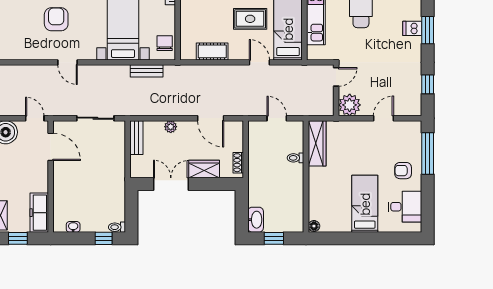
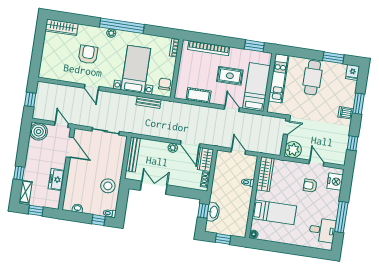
dishwasher: (412, 28) -> (346, 113), moved
door: (383, 118) -> (316, 163), hinge flipped
plant: (171, 127) -> (173, 148), moved
bench: (136, 138) -> (133, 154), width x1.36
nightstand: (412, 139) -> (335, 182), added
window: (428, 153) -> (341, 217), moved
wardrobe: (204, 169) -> (205, 159), moved, turned -90
armchair: (403, 171) -> (310, 186), moved
stool: (109, 191) -> (108, 186), added
bed: (365, 204) -> (274, 212), moved, turned 90
window: (242, 205) -> (203, 211), added
freezer: (39, 213) -> (56, 180), moved, width x0.71
washbasin: (256, 220) -> (213, 212), moved

